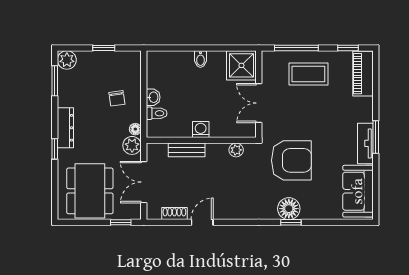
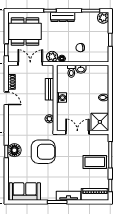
coffee table: (308, 74) -> (95, 162), turned 90
tv unit: (365, 143) -> (69, 196), moved
armchair: (291, 160) -> (43, 152), turned -90

